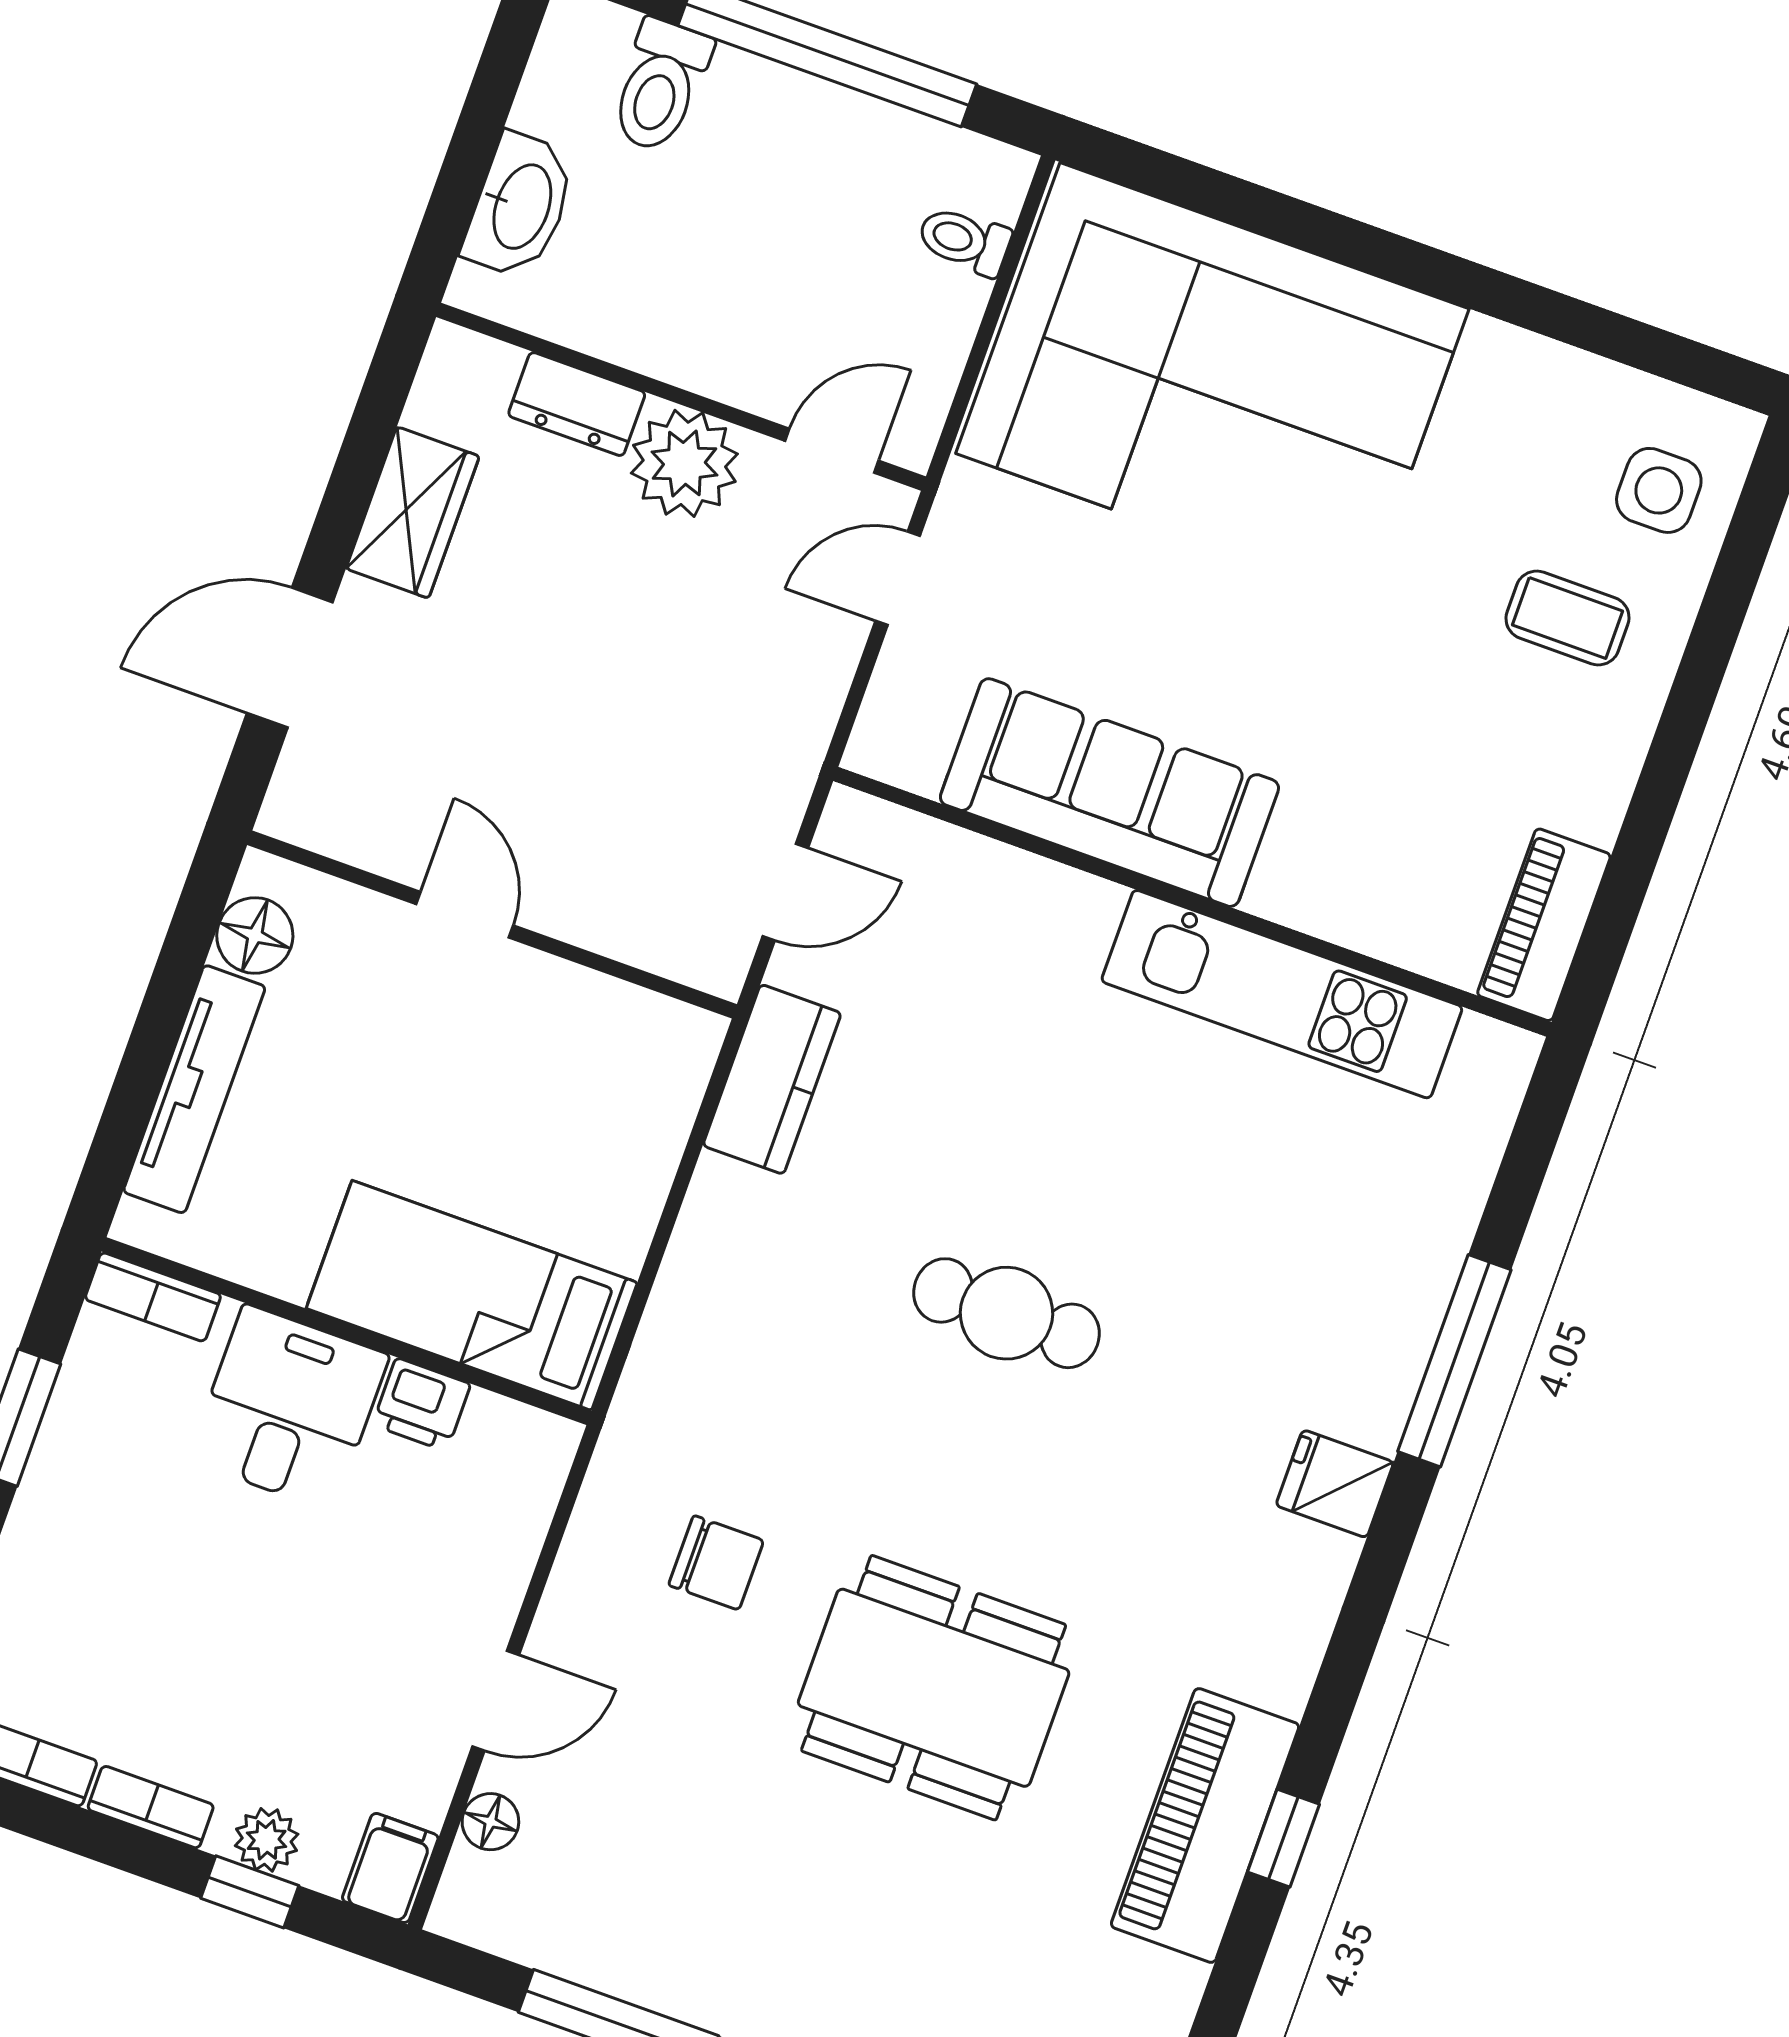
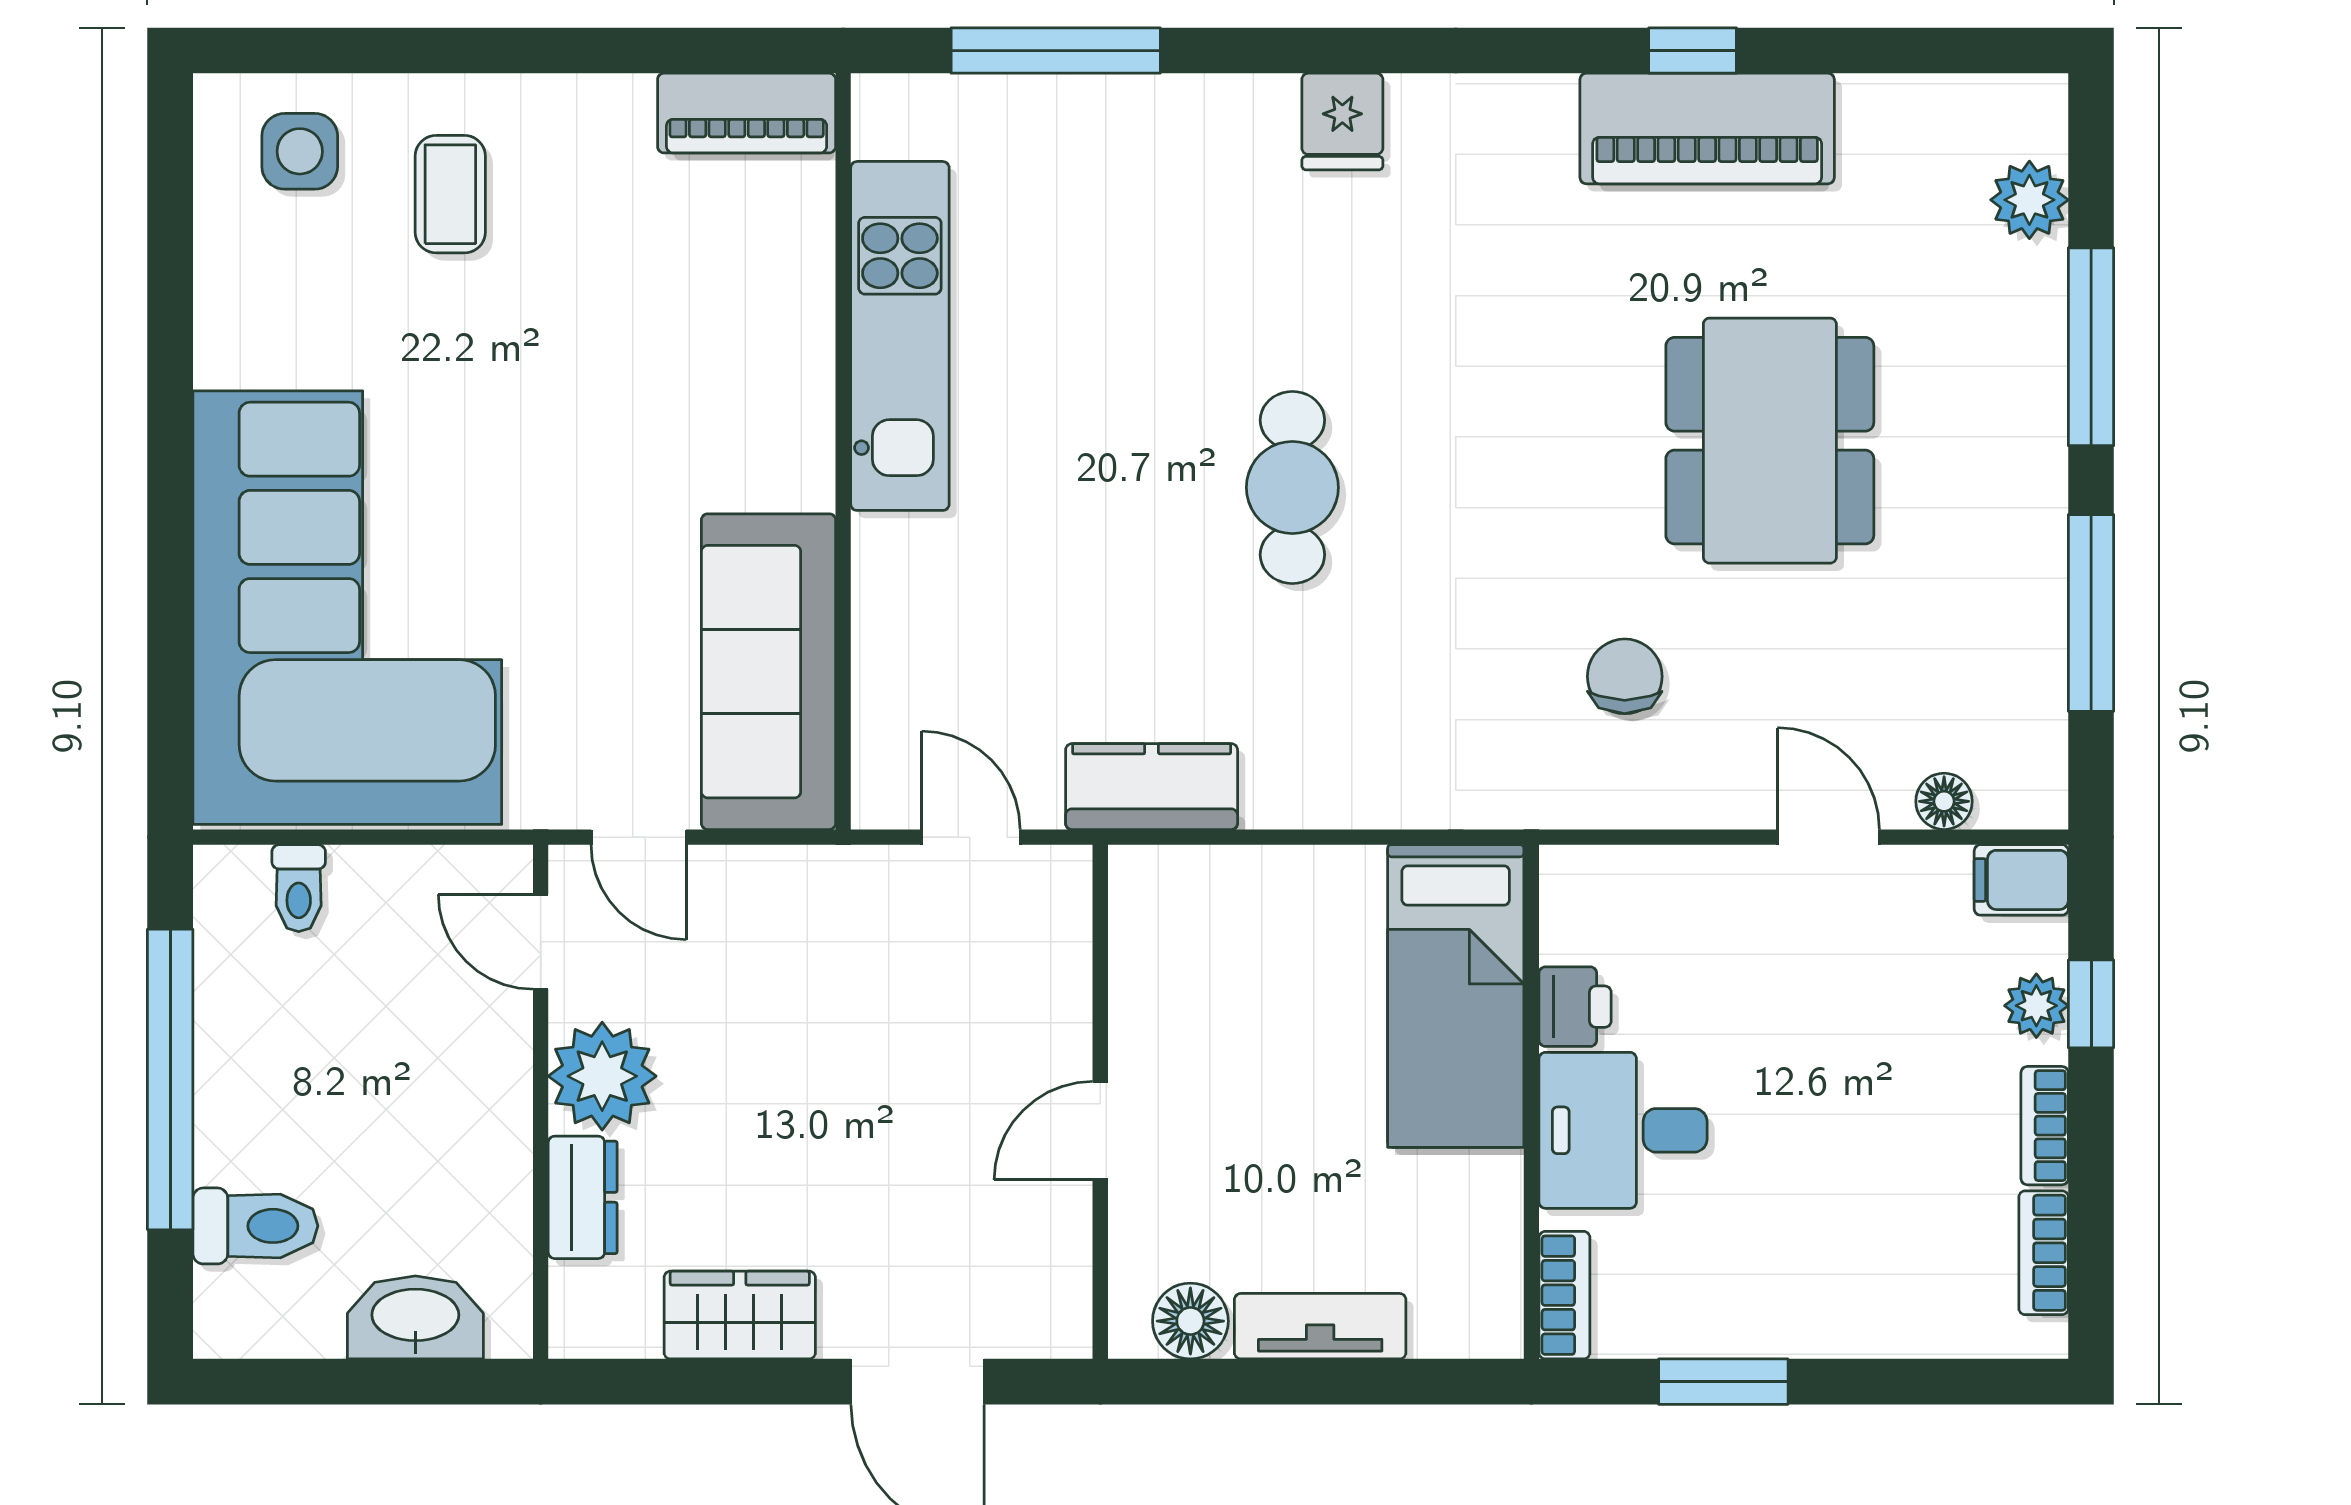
sofa: (1109, 793) -> (769, 672), moved
tv unit: (194, 1089) -> (1320, 1326), width x0.71
window: (1454, 1361) -> (1056, 51), moved
dining table: (934, 1688) -> (1770, 441), moved

